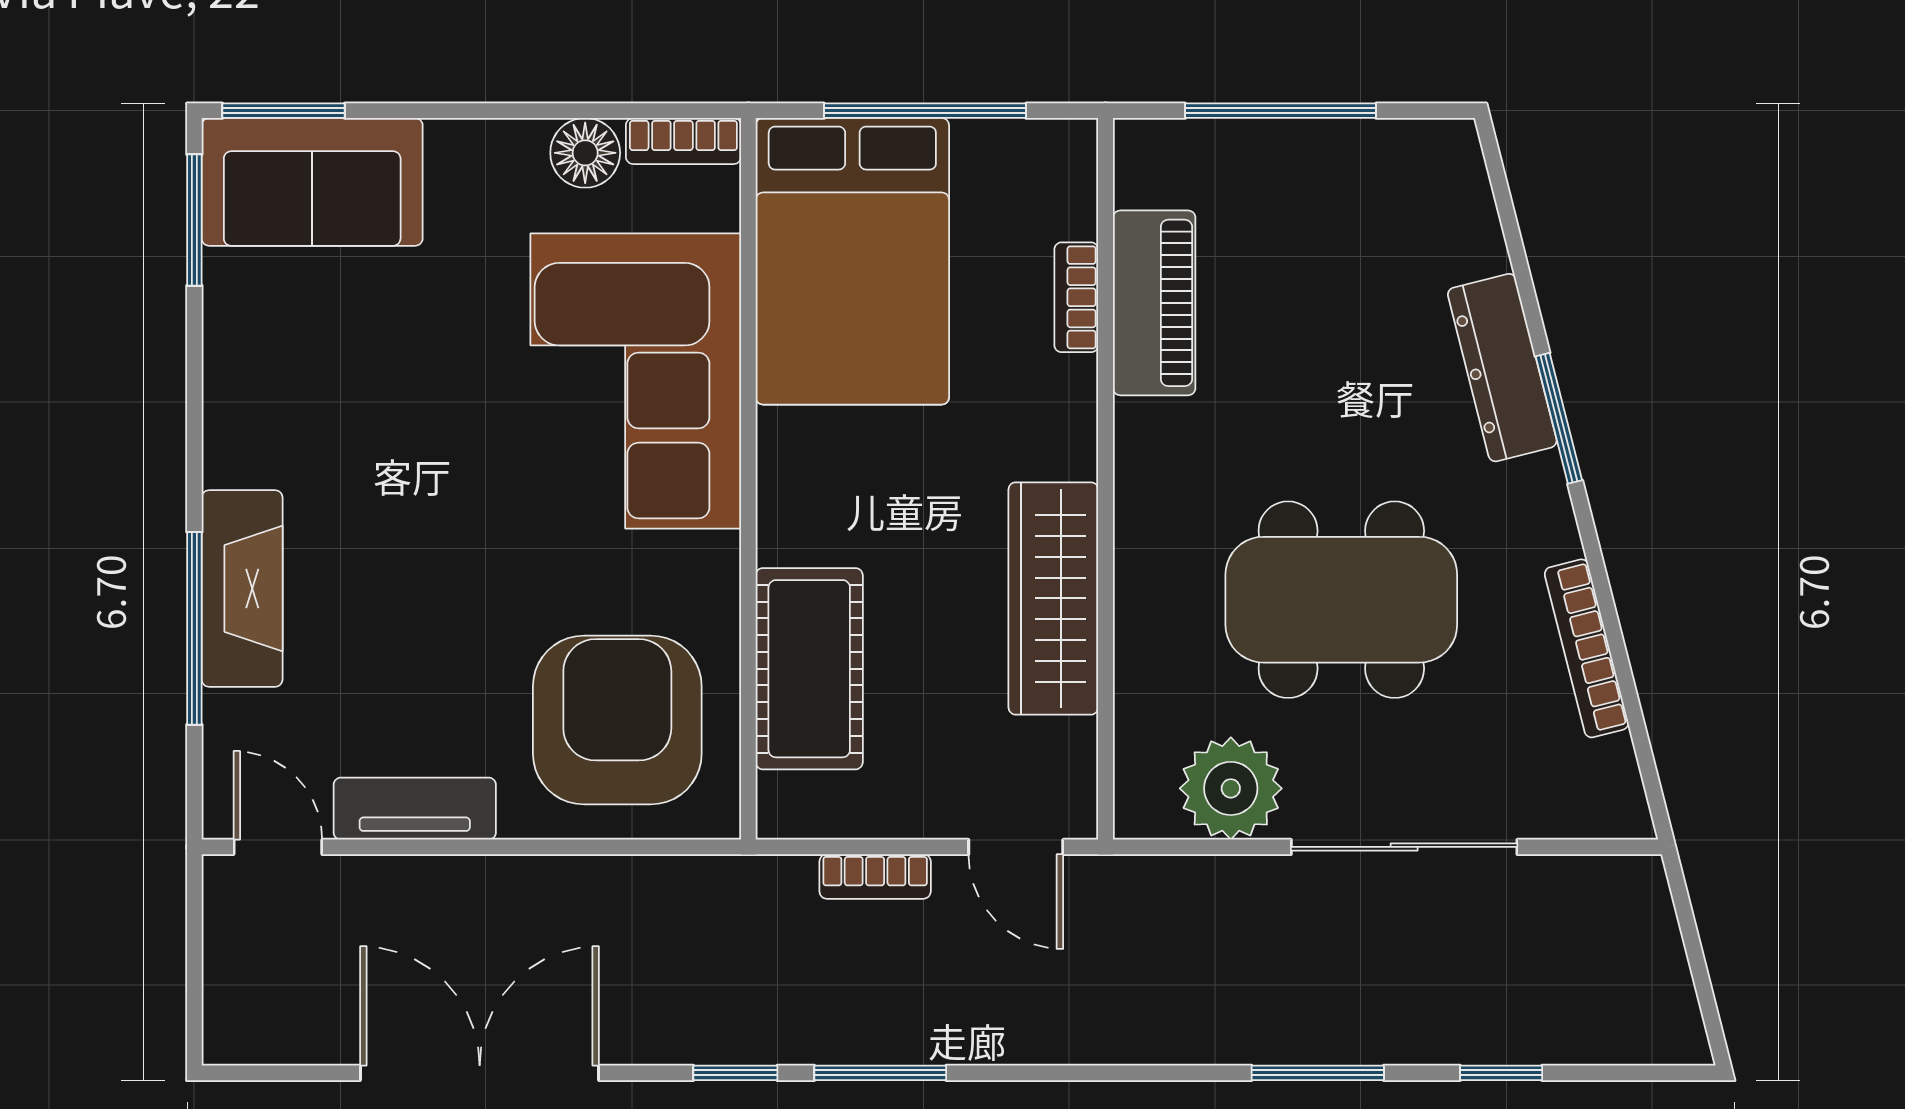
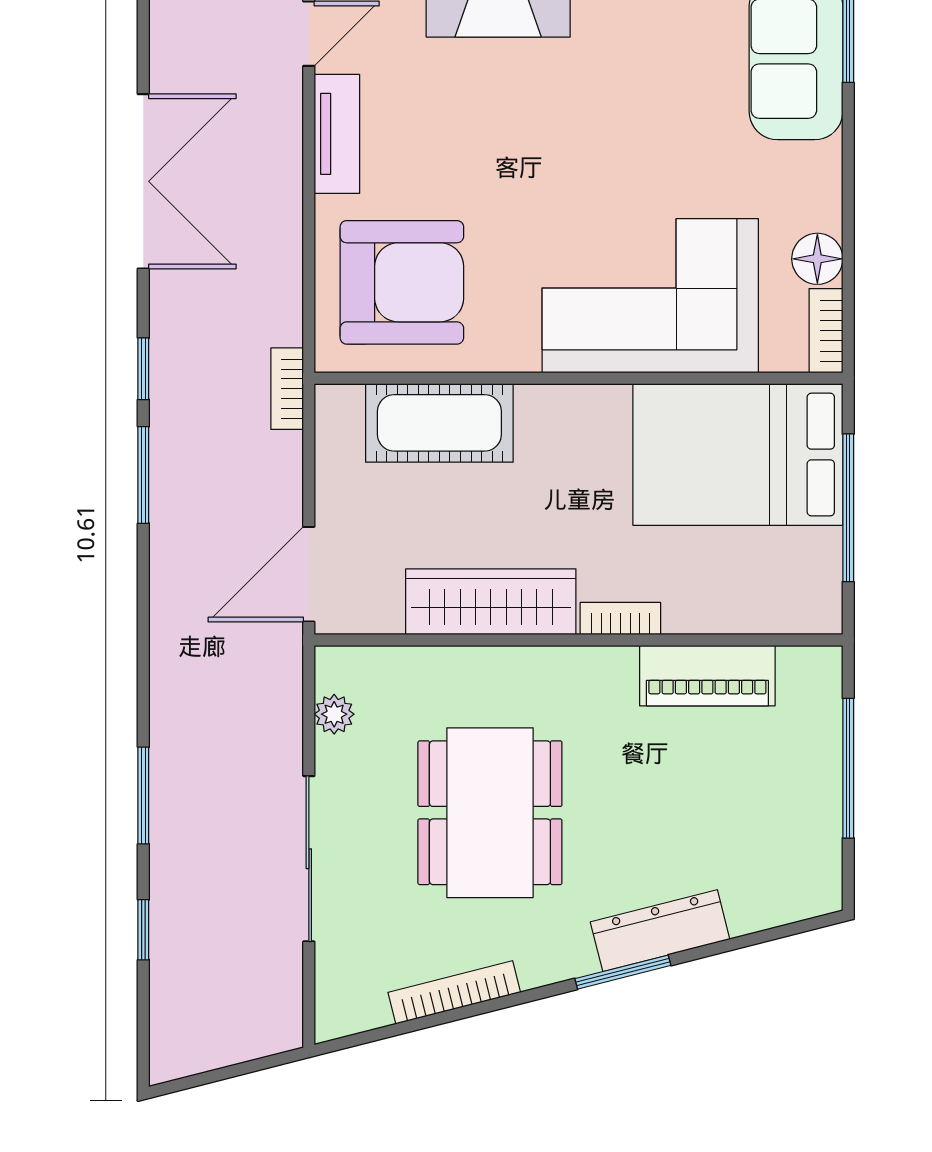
bookcase: (1076, 297) -> (620, 619), moved
plant: (1231, 788) -> (334, 714), width x0.53, depth x0.53
door: (1016, 847) -> (309, 574), width x1.38
bookcase: (875, 876) -> (287, 389), moved

